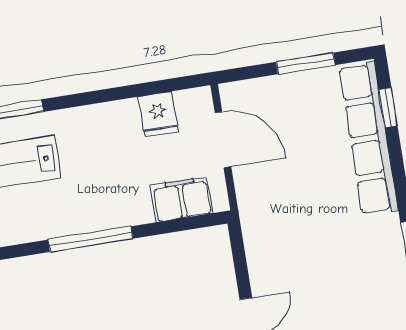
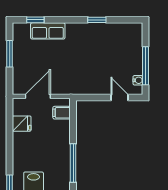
row of seats: (369, 138) -> (48, 31), width x0.50
filing cabinet: (182, 199) -> (62, 113), width x0.50

